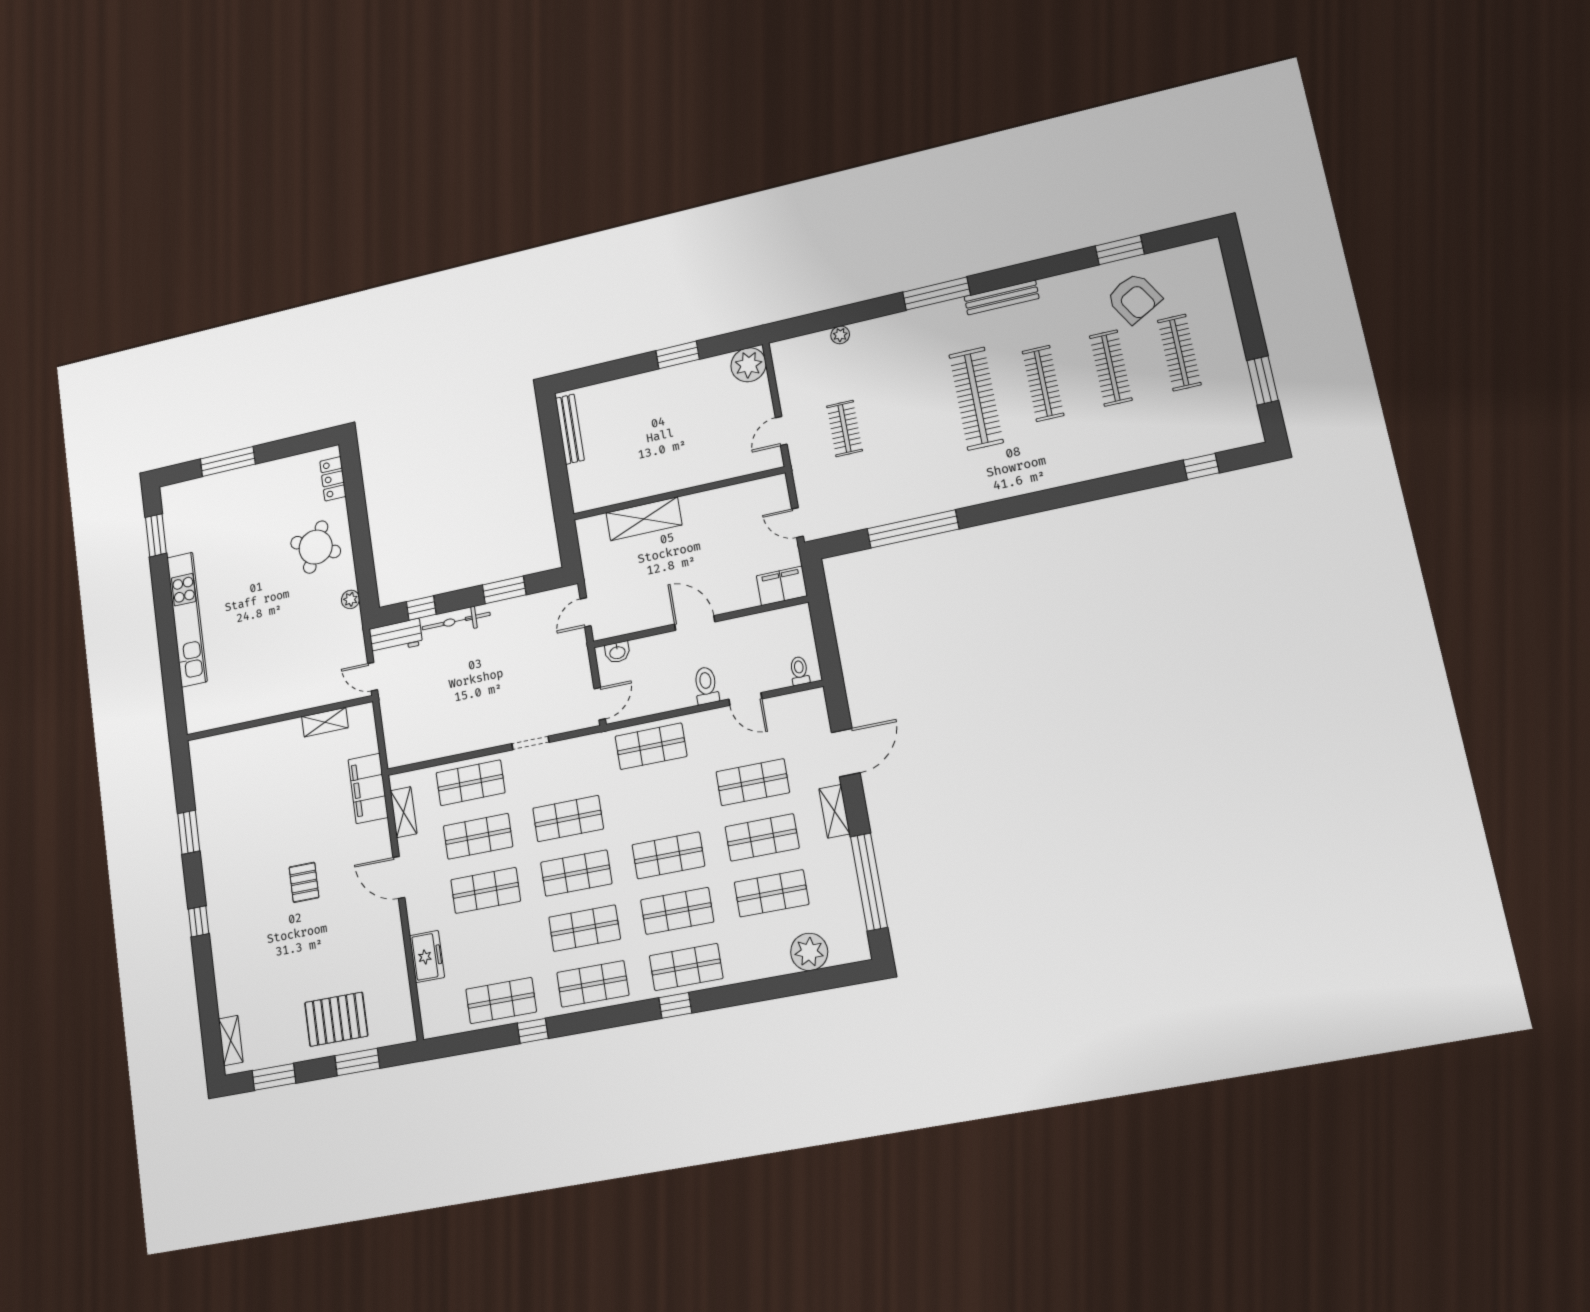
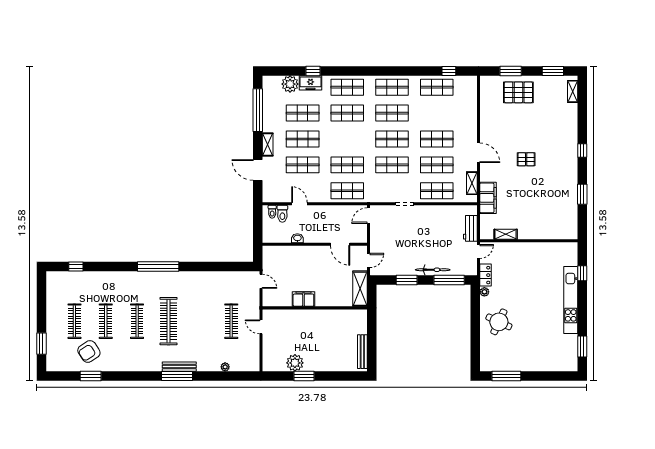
bench: (1002, 298) -> (179, 367), moved
armchair: (1134, 298) -> (89, 351), turned -93
plant: (748, 365) -> (295, 363), moved
window: (1263, 380) -> (41, 344), moved
clothes rail: (845, 428) -> (231, 321), width x1.36
door: (781, 431) -> (261, 327), swing flipped
window: (228, 462) -> (506, 376), moved
locker: (333, 479) -> (485, 275), moved
shelving: (644, 519) -> (360, 289), moved, turned 90
window: (913, 529) -> (158, 266), moved
filing cabinet: (782, 586) -> (303, 299), moved, turned 180
window: (421, 608) -> (449, 280), width x2.17
door: (695, 623) -> (340, 244), moved
workbench: (396, 637) -> (470, 228), moved, turned -90
washbasin: (617, 652) -> (297, 238), moved
window: (171, 676) -> (582, 273), added
door: (373, 677) -> (478, 251), hinge flipped
toilet: (706, 686) -> (282, 214), moved
door: (846, 753) -> (258, 170), hinge flipped
shop shelf: (668, 855) -> (347, 165), moved
pallet: (304, 882) -> (526, 159), turned 90
freezer: (427, 957) -> (311, 83), moved, turned -90
window: (675, 1005) -> (313, 71), moved
window: (533, 1031) -> (449, 71), moved

